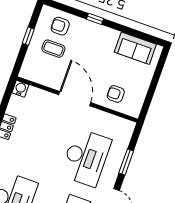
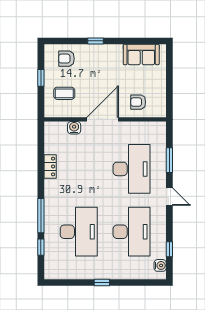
coffee table: (53, 49) -> (64, 93), moved
water cooler: (20, 89) -> (74, 128), moved
door: (75, 99) -> (103, 119), hinge flipped

